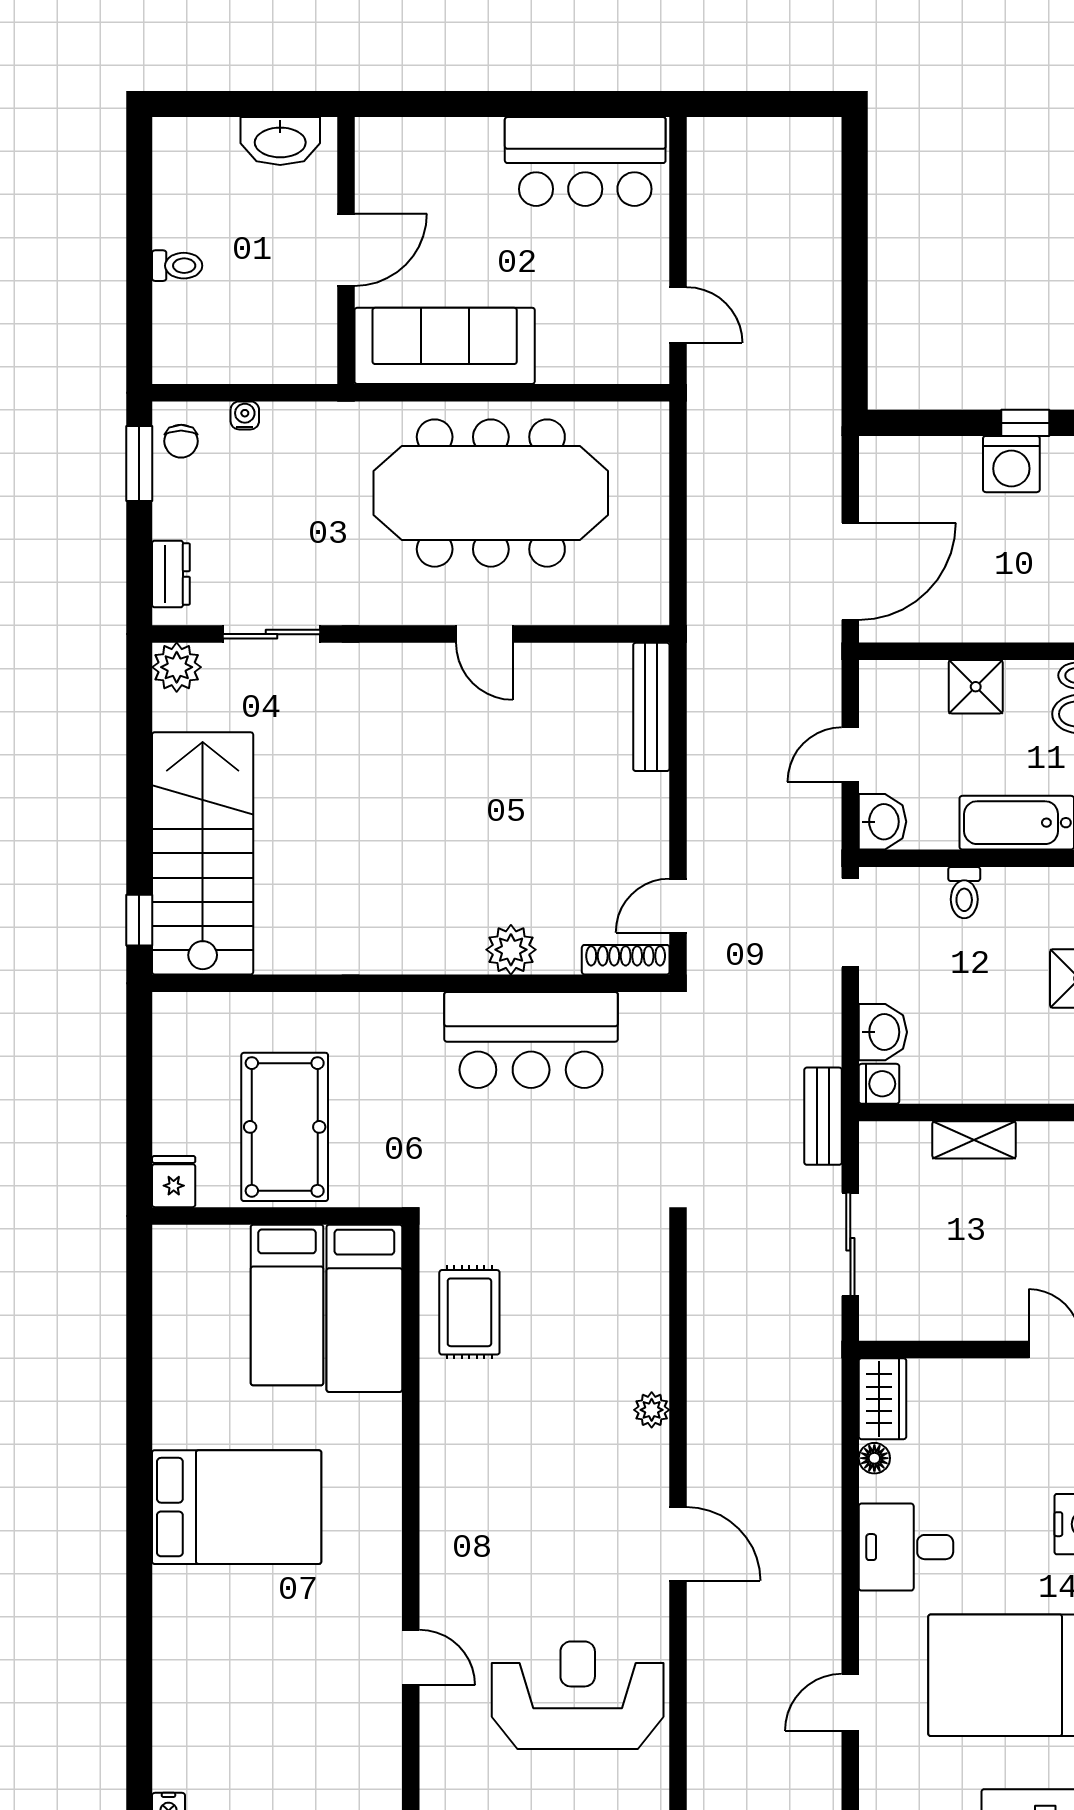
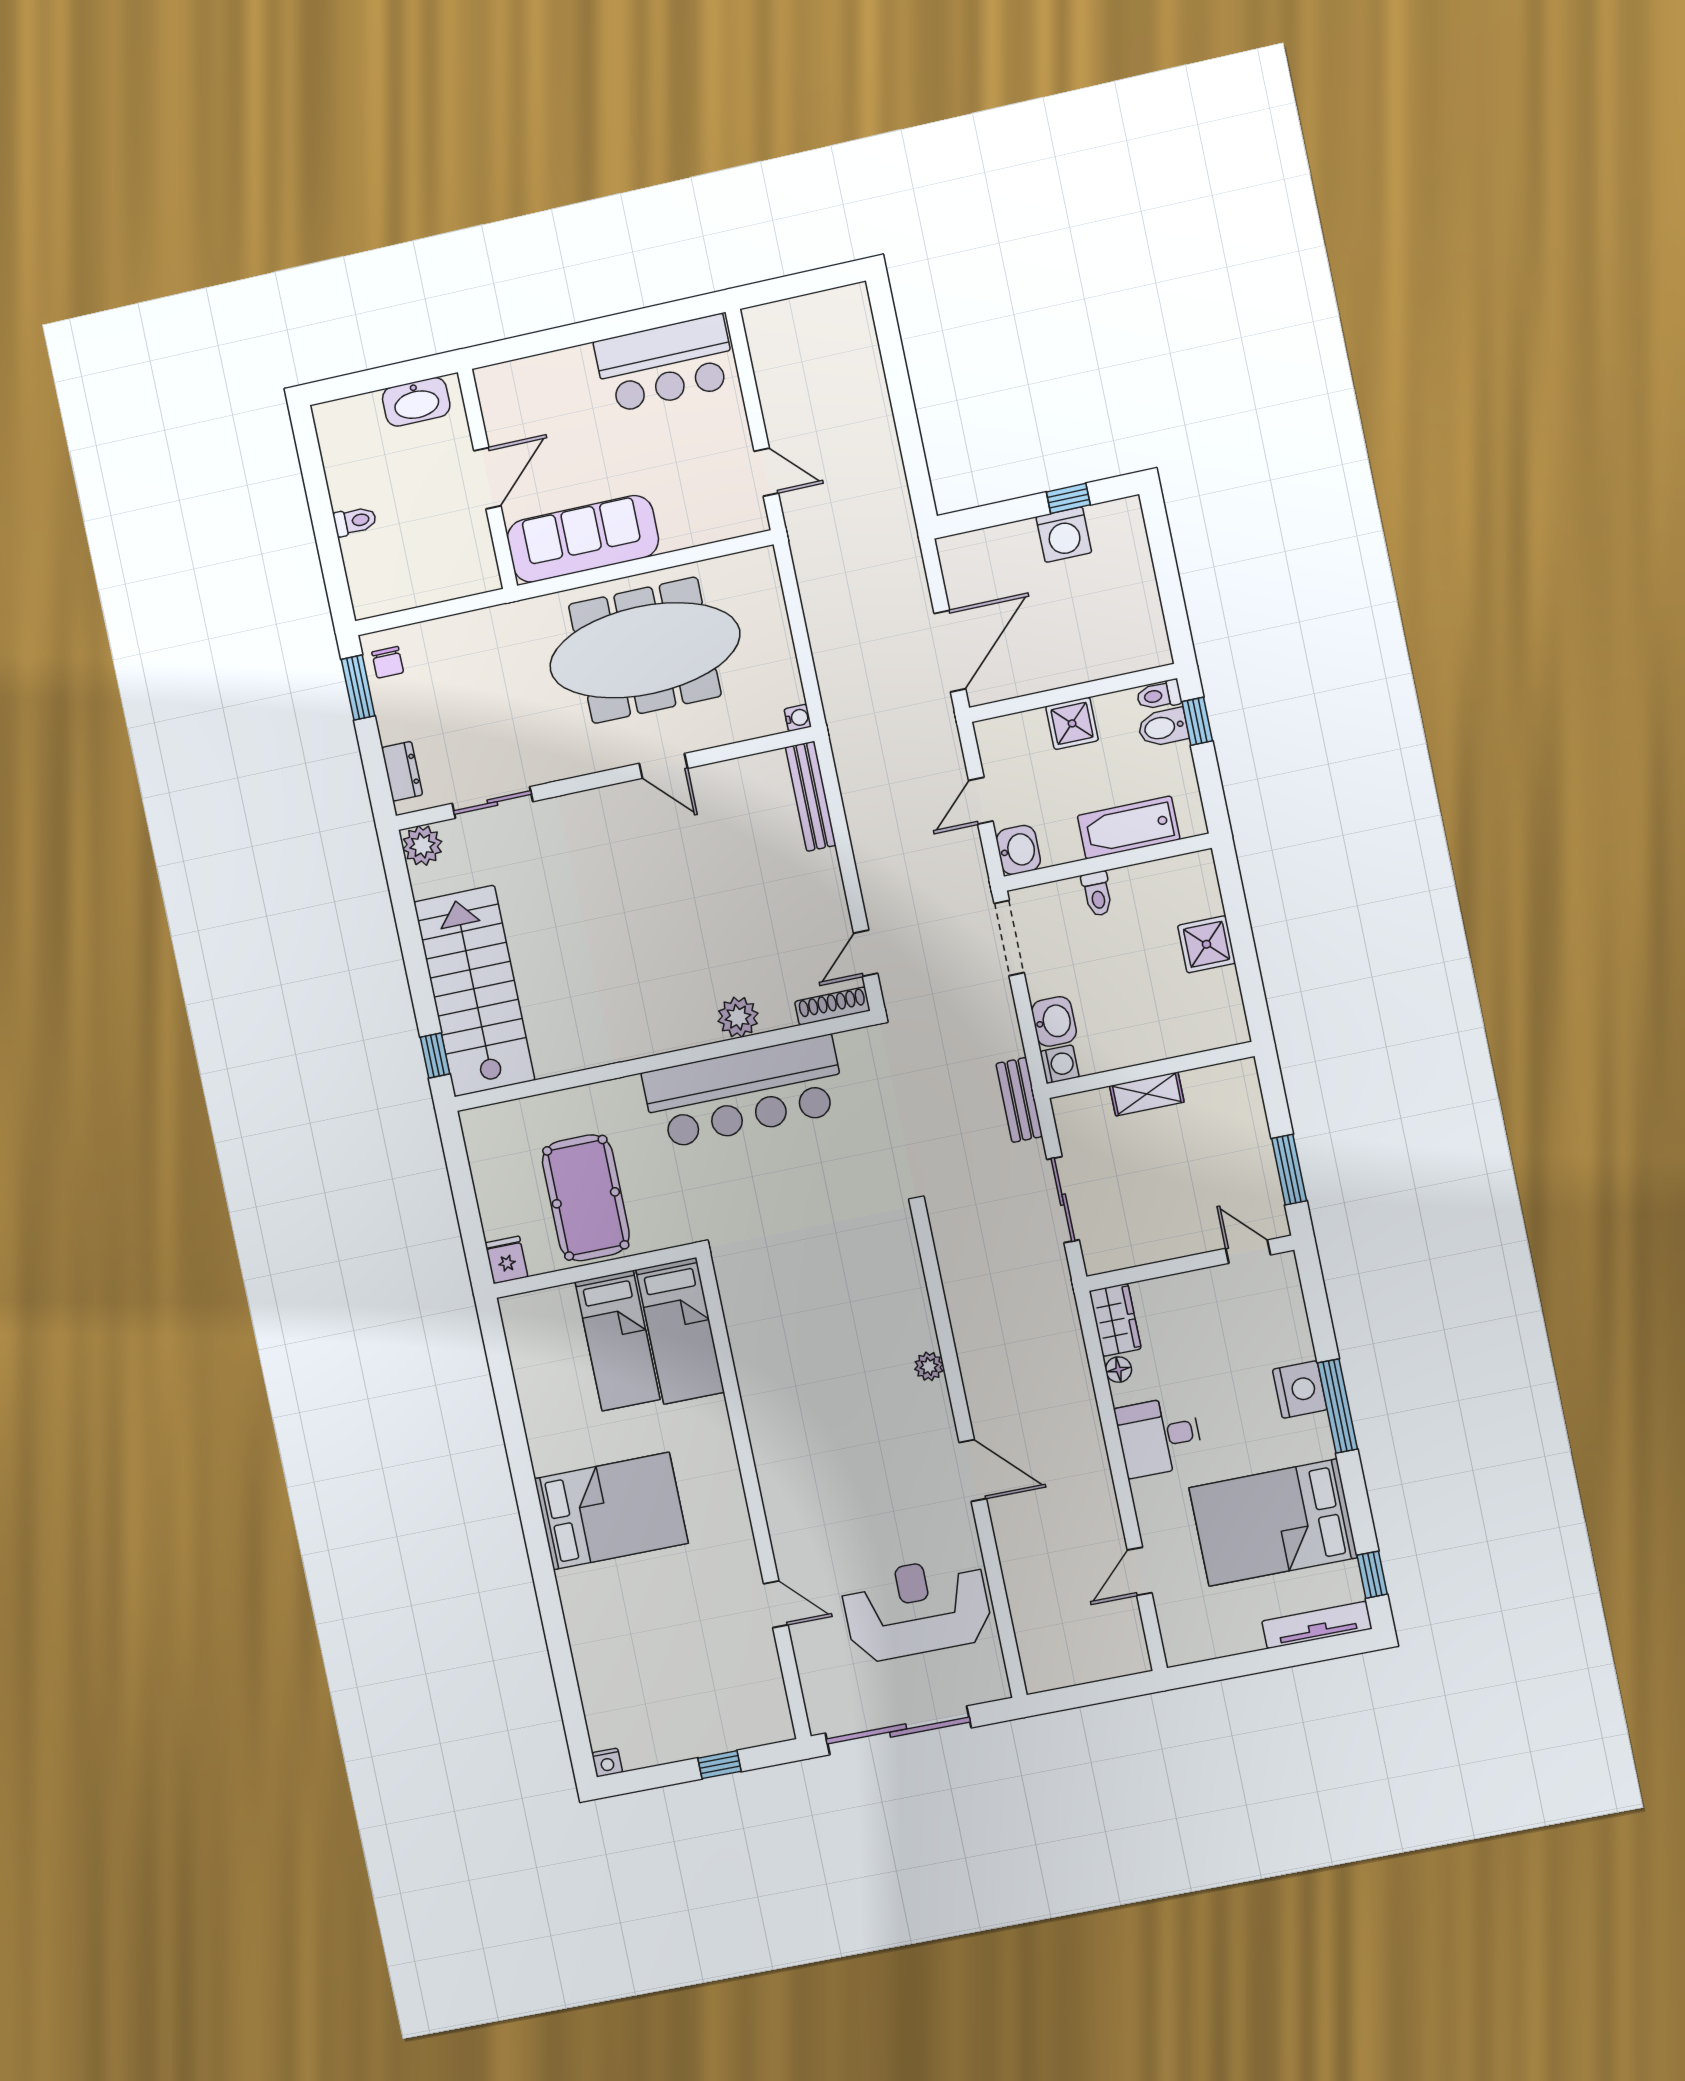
water cooler: (245, 415) -> (798, 718), moved, turned 90
bar counter: (531, 1040) -> (744, 1092), width x1.36
rug: (469, 1312) -> (765, 1317), removed

